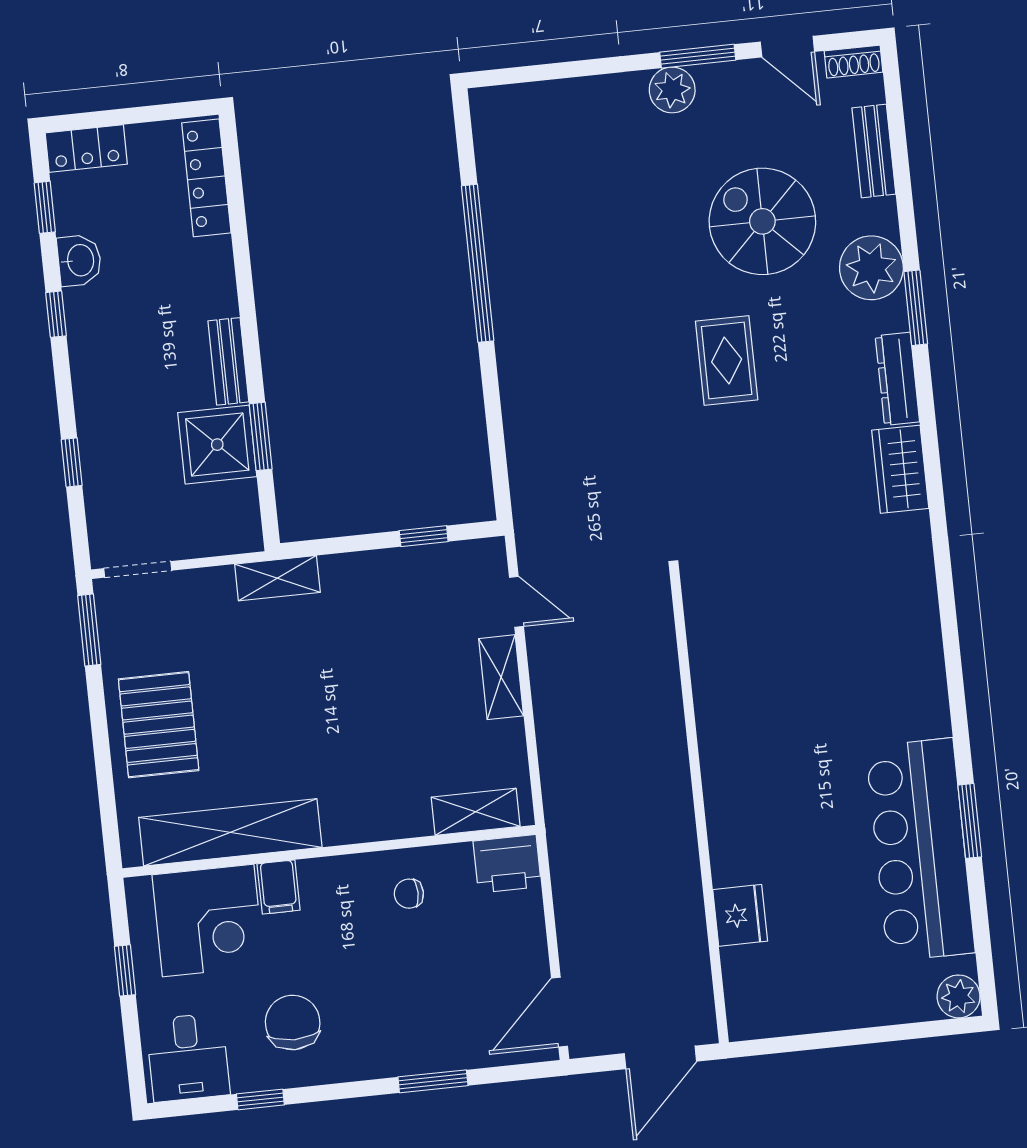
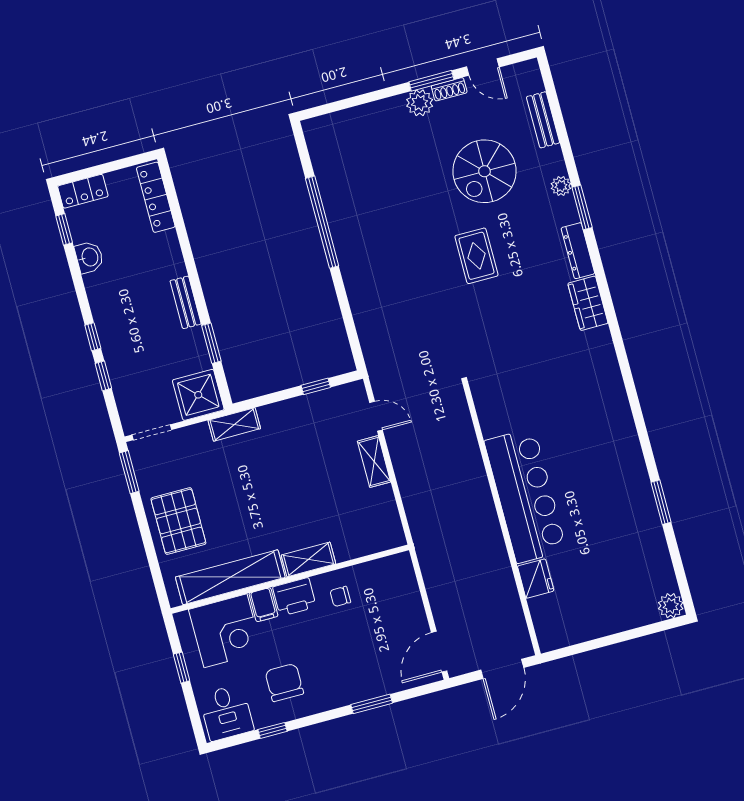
shoe rack: (854, 62) -> (449, 89), moved
spiral stairs: (762, 221) -> (484, 171), turned -90
plant: (871, 268) -> (561, 186), width x0.53, depth x0.53
window: (56, 314) -> (93, 337), moved
shower: (217, 445) -> (198, 395), moved
shelving: (476, 812) -> (309, 559), moved
bar counter: (920, 850) -> (525, 496), moved, turned 180
printer: (507, 864) -> (294, 597), moved

